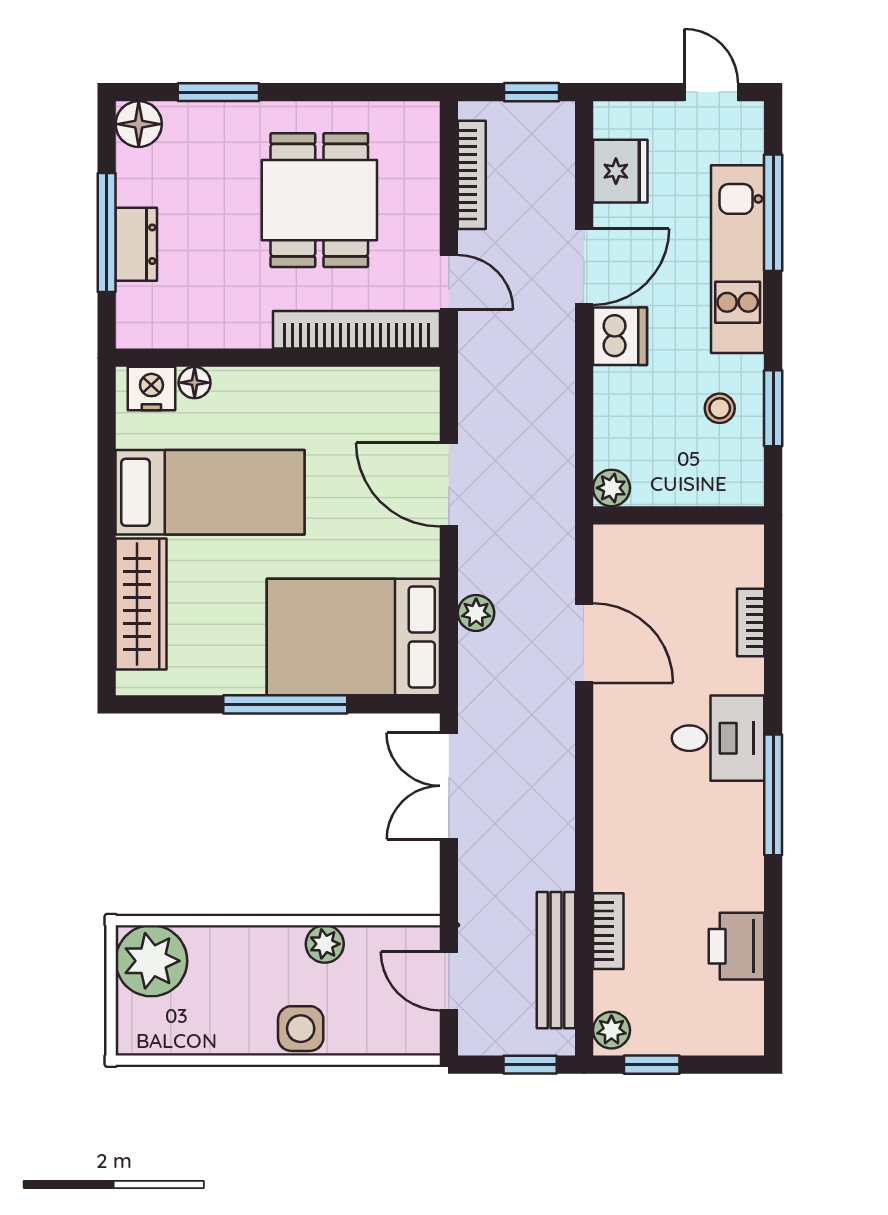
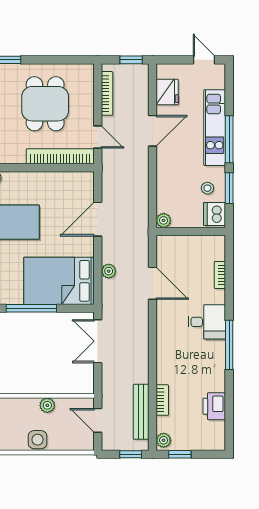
window: (773, 213) -> (229, 139), moved
dishwasher: (620, 336) -> (215, 214), moved, turned 180
door: (449, 485) -> (98, 219), hinge flipped

